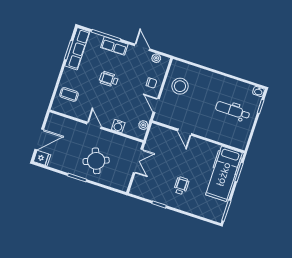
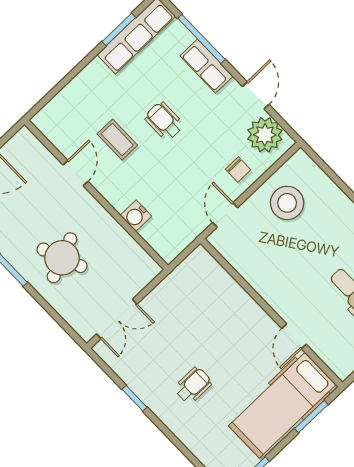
plant: (156, 58) -> (265, 135), width x1.88, depth x1.88
coffee table: (69, 94) -> (117, 140), moved
door: (94, 125) -> (75, 173), moved
plant: (143, 125) -> (183, 238), removed
door: (185, 132) -> (294, 336), moved
double door: (138, 161) -> (117, 319), moved

